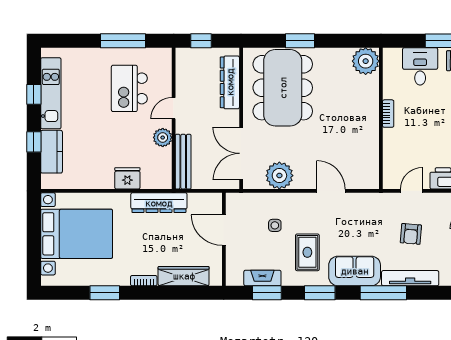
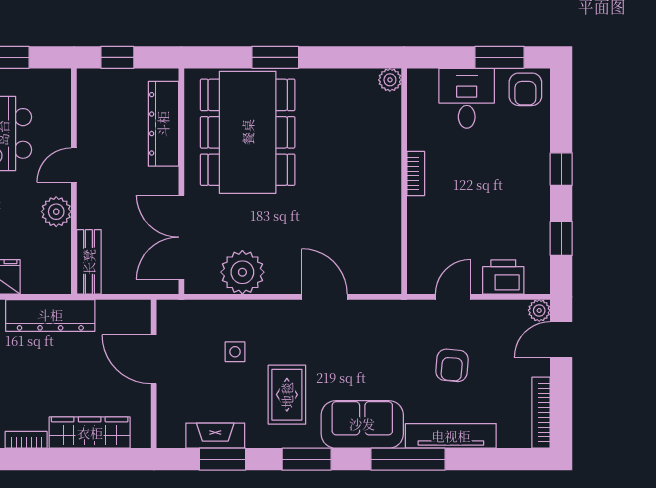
plant: (366, 61) -> (390, 80), width x0.53, depth x0.53
bench: (183, 162) -> (89, 262), width x0.73

